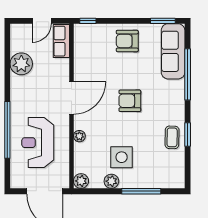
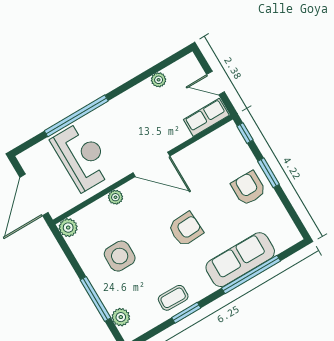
window: (163, 21) -> (269, 173), moved
sofa: (173, 51) -> (240, 260), moved
plant: (21, 64) -> (159, 80), width x0.53, depth x0.53
armchair: (130, 101) -> (186, 229), turned 87
reception desk: (38, 143) -> (82, 157), turned 90
plant: (111, 181) -> (121, 317), moved

